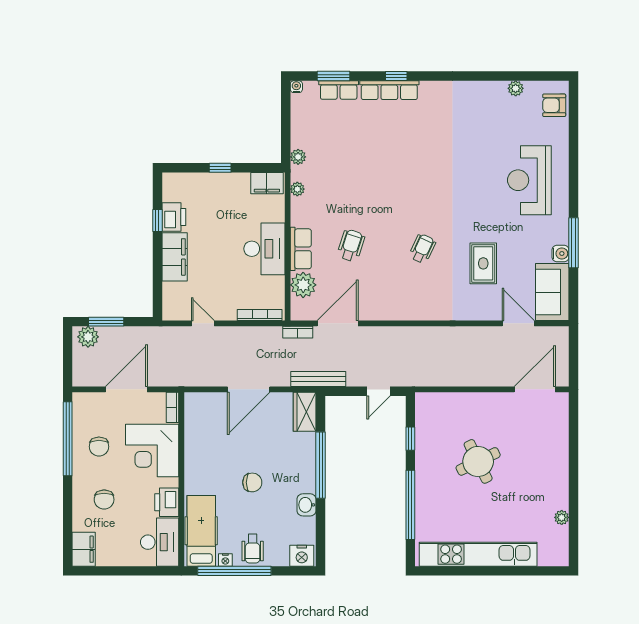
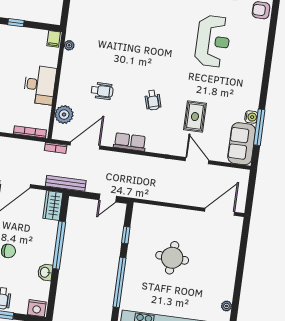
plant: (298, 157) -> (73, 22), removed
reception desk: (529, 180) -> (213, 41), moved, turned 180
filing cabinet: (267, 183) -> (54, 39), width x0.50
window: (573, 243) -> (259, 127), moved
wheelchair: (351, 245) -> (102, 91), turned 72
row of seats: (301, 249) -> (130, 142), moved, turned -90
wheelchair: (422, 249) -> (153, 100), turned 139
door: (518, 323) -> (197, 161), moved
round table: (478, 461) -> (172, 258), turned 30

